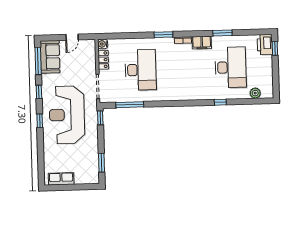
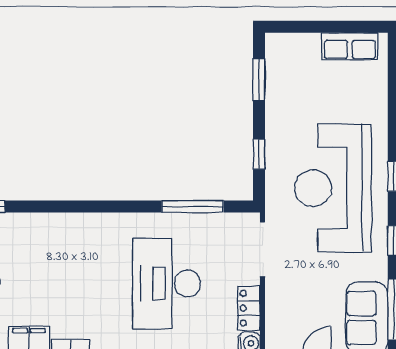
reception desk: (67, 115) -> (333, 188), turned 180
window: (100, 118) -> (259, 154), moved

